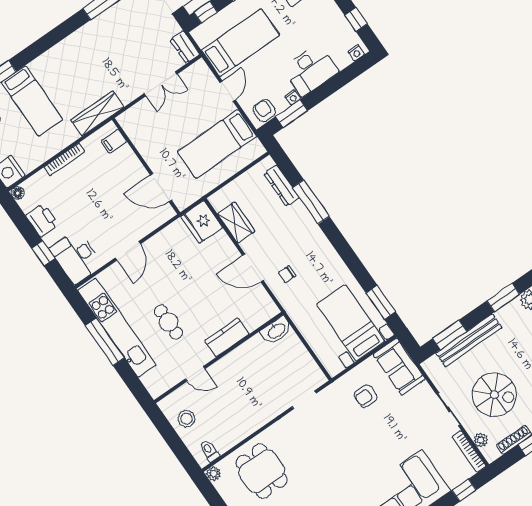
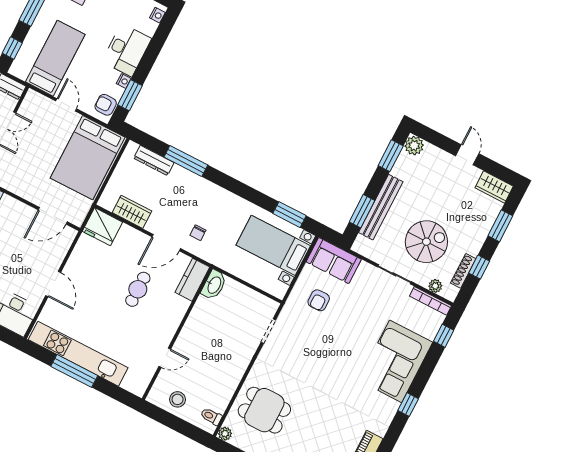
bed: (217, 144) -> (88, 158), width x1.50
cafe table: (168, 322) -> (138, 289), moved, turned 90
kitchen counter: (227, 337) -> (192, 280), moved

